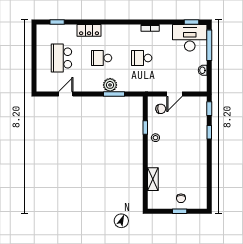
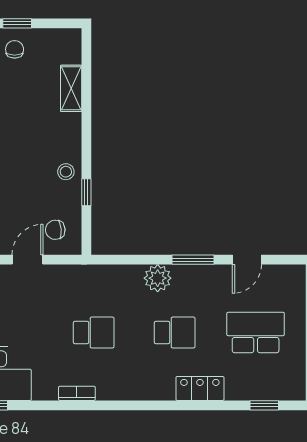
school desk: (61, 58) -> (256, 333), turned -90
window: (114, 94) -> (193, 260), moved

